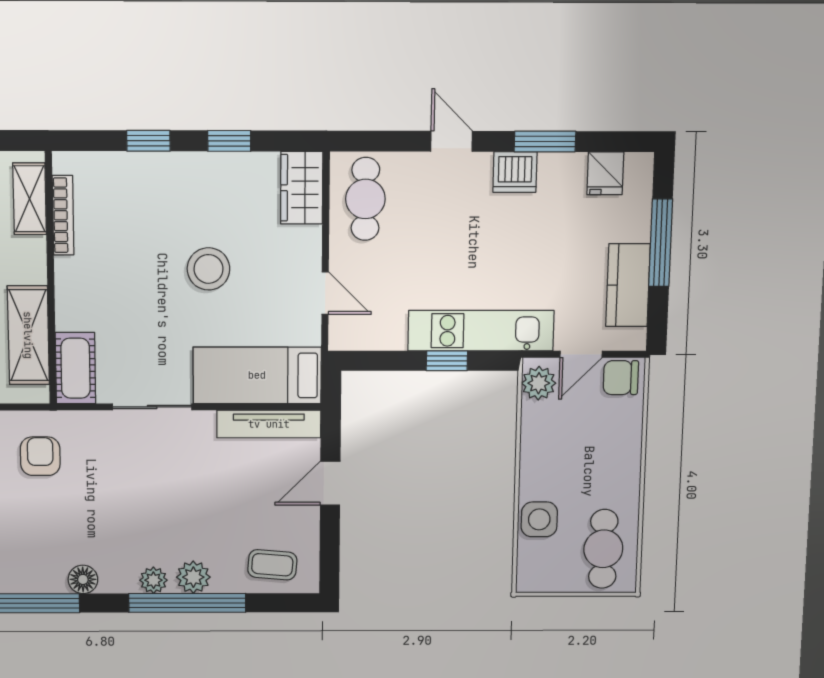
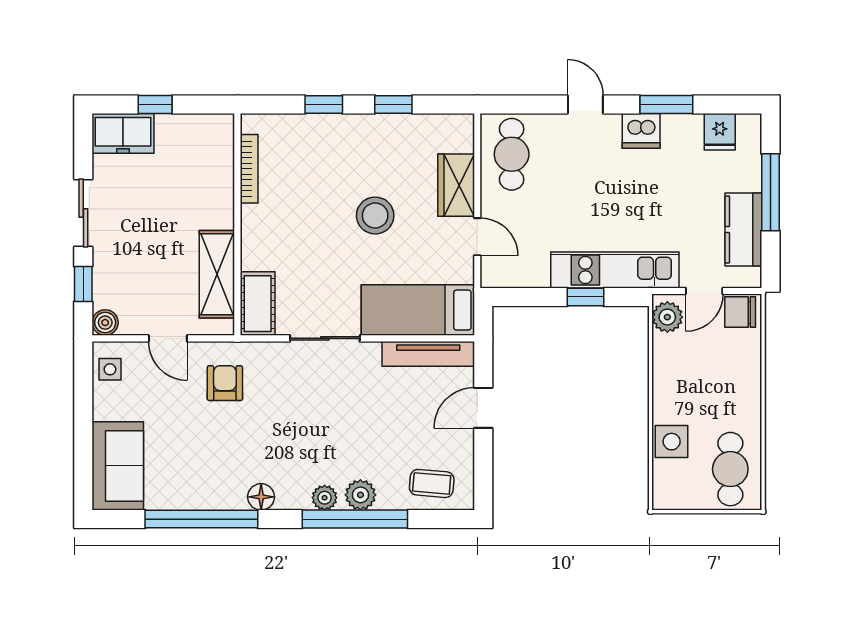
wardrobe: (302, 188) -> (456, 185), moved
shelving: (30, 199) -> (220, 155), removed

